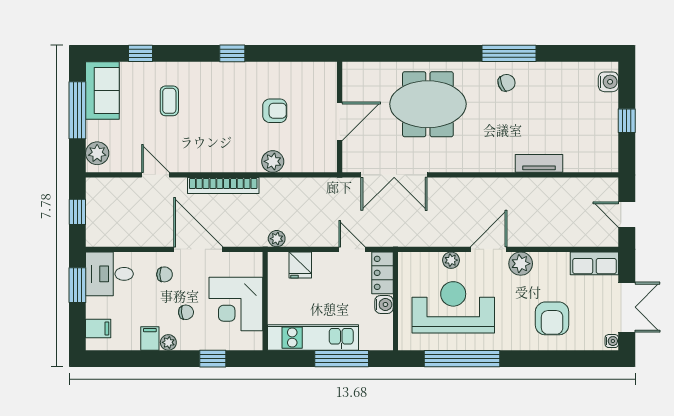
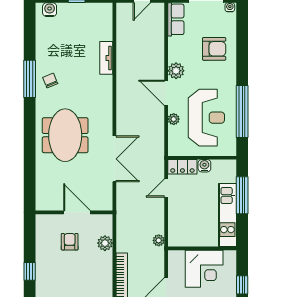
wall: (340, 117) -> (74, 212), moved
door: (340, 121) -> (77, 212), moved
fridge: (300, 265) -> (177, 224), removed
reception desk: (453, 307) -> (206, 118), turned 180

